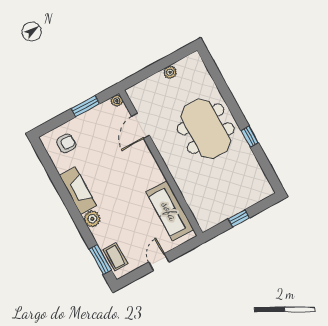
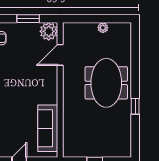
plant: (117, 101) -> (49, 31), width x1.88, depth x1.88

